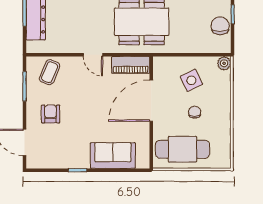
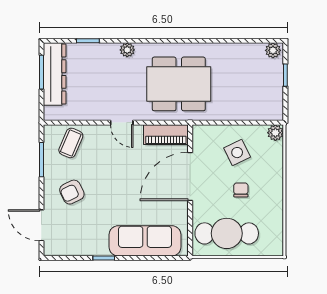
chair: (220, 26) -> (271, 89), removed
armchair: (50, 114) -> (72, 192), turned -116
sofa: (113, 156) -> (145, 241), width x1.36

